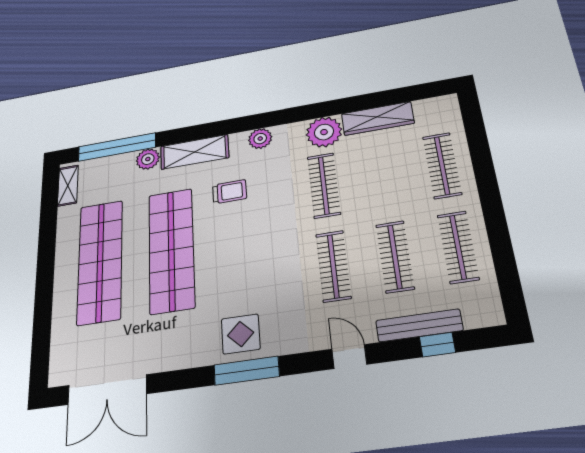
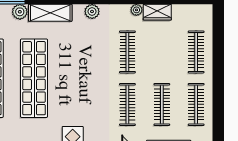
wardrobe: (378, 118) -> (157, 12), width x0.67
plant: (324, 132) -> (136, 10), width x0.53, depth x0.53
trolley: (230, 192) -> (71, 45), removed

